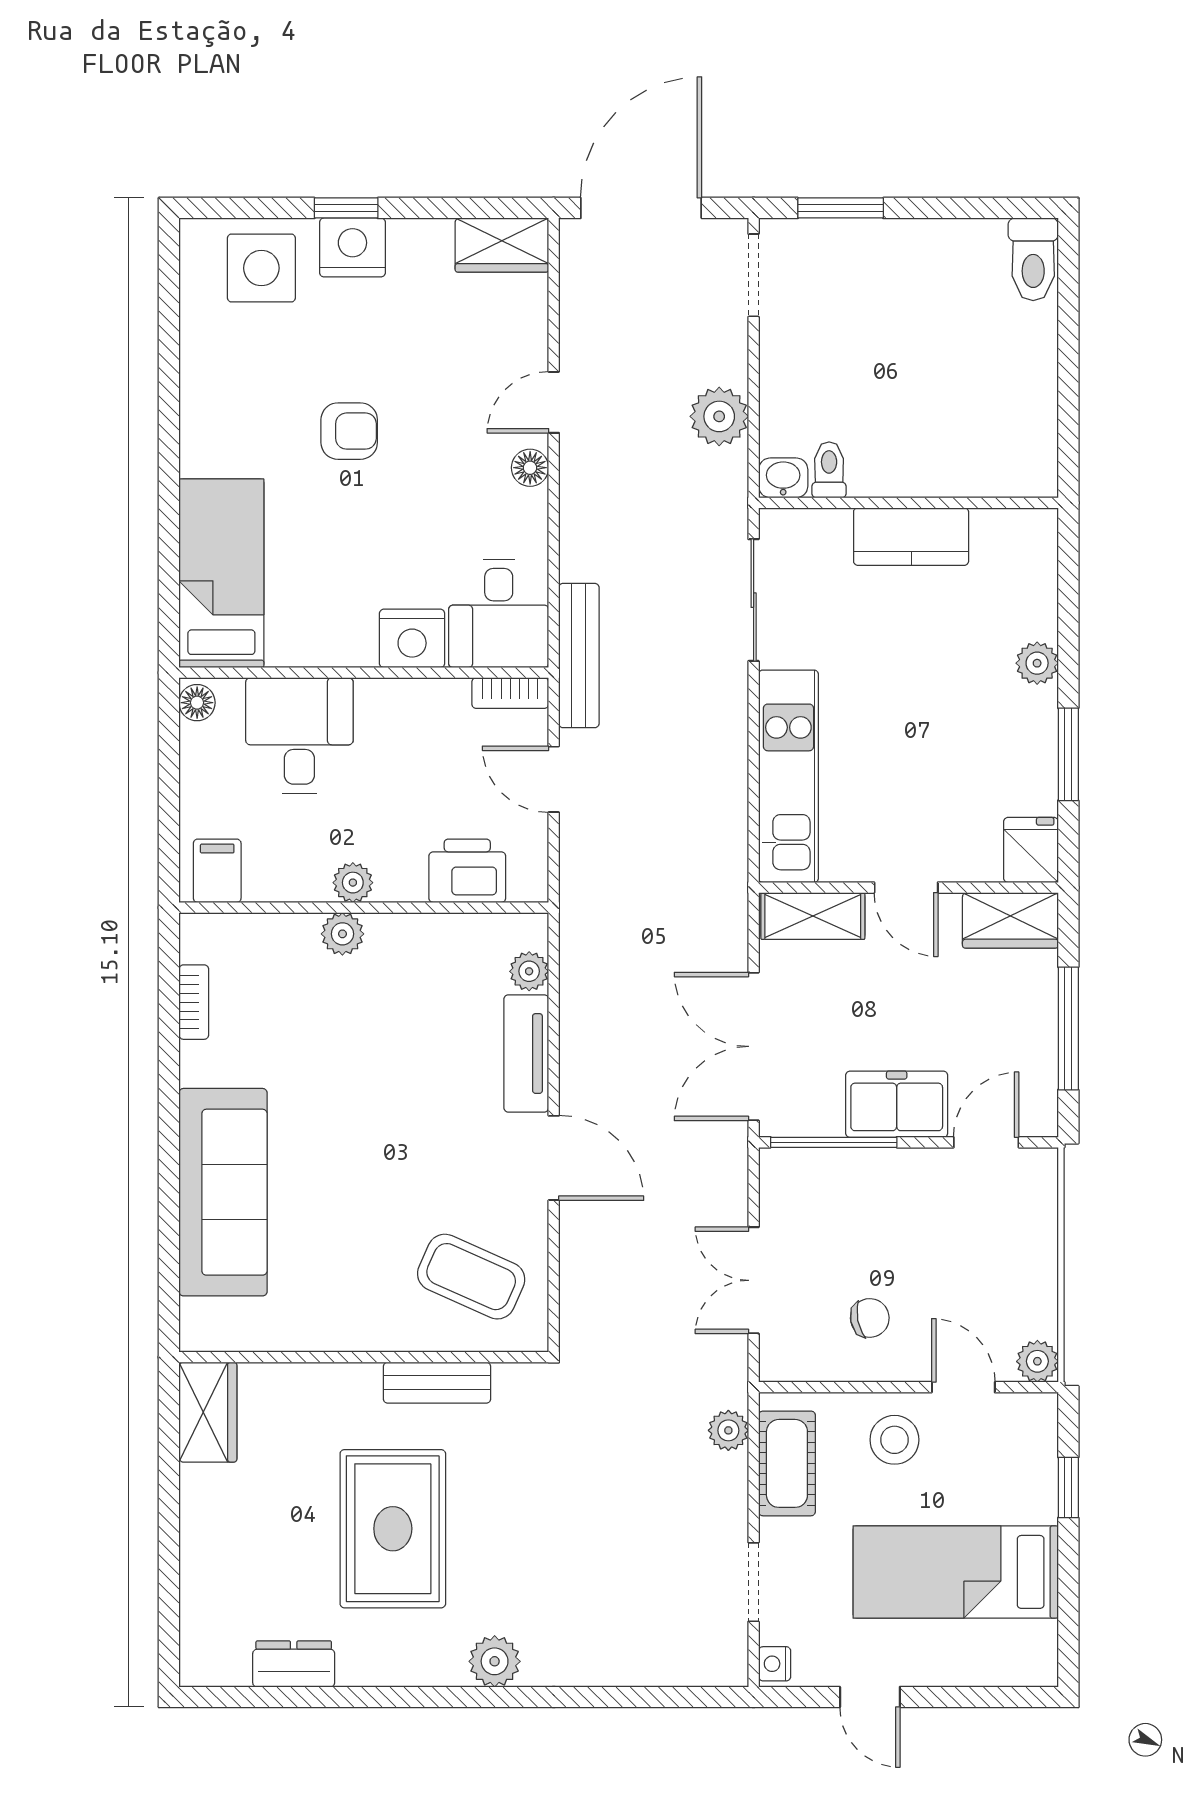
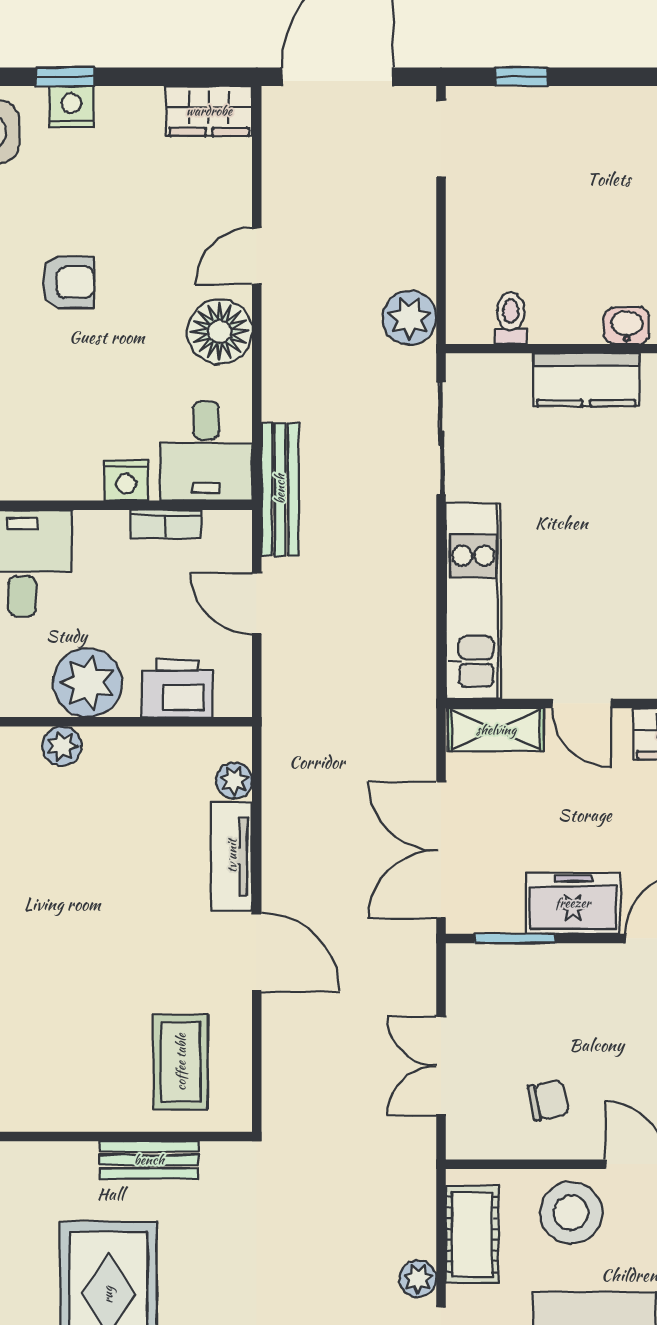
window: (841, 208) -> (521, 77), width x0.67
nightstand: (352, 247) -> (71, 106), width x0.74, depth x0.75
plant: (719, 416) -> (409, 318), moved
floor lamp: (530, 468) -> (220, 332), width x1.89, depth x1.89
washbasin: (783, 478) -> (627, 326), moved
nightstand: (412, 638) -> (126, 480), width x0.74, depth x0.75
bookcase: (510, 693) -> (166, 524), moved
plant: (353, 883) -> (88, 683), width x1.88, depth x1.88
window: (834, 1142) -> (515, 938), width x0.69
coffee table: (471, 1277) -> (181, 1062), turned 66
plant: (728, 1430) -> (418, 1279), moved
stool: (894, 1440) -> (571, 1213), width x1.38, depth x1.38

